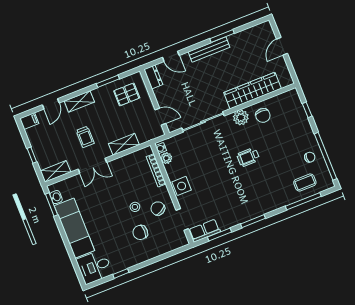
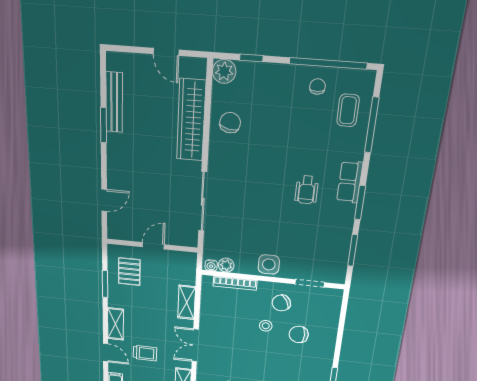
door: (282, 46) -> (166, 52), moved
bench: (209, 50) -> (114, 102), moved
dresser: (153, 77) -> (121, 232), removed
chair: (263, 115) -> (230, 123), turned -79
door: (160, 117) -> (153, 246), moved
plant: (241, 117) -> (224, 71), moved
trolley: (85, 137) -> (145, 353), moved
wheelchair: (248, 157) -> (307, 190), moved
double door: (92, 166) -> (195, 345), swing flipped
row of seats: (205, 231) -> (350, 182), moved
chair: (140, 232) -> (299, 334), turned 90

